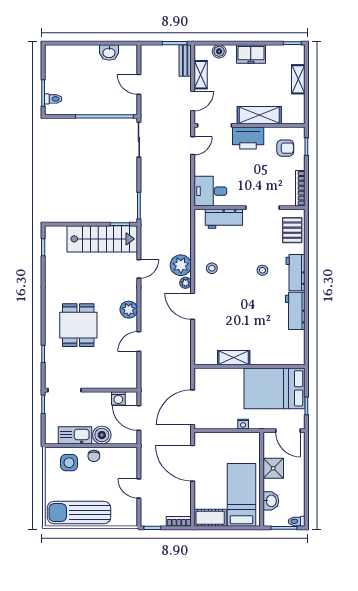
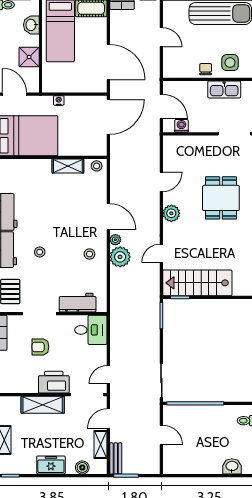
washbasin: (109, 52) -> (232, 466), moved
armchair: (285, 148) -> (40, 347), moved
stool: (205, 358) -> (97, 166), added
boiler: (102, 435) -> (198, 90), removed

